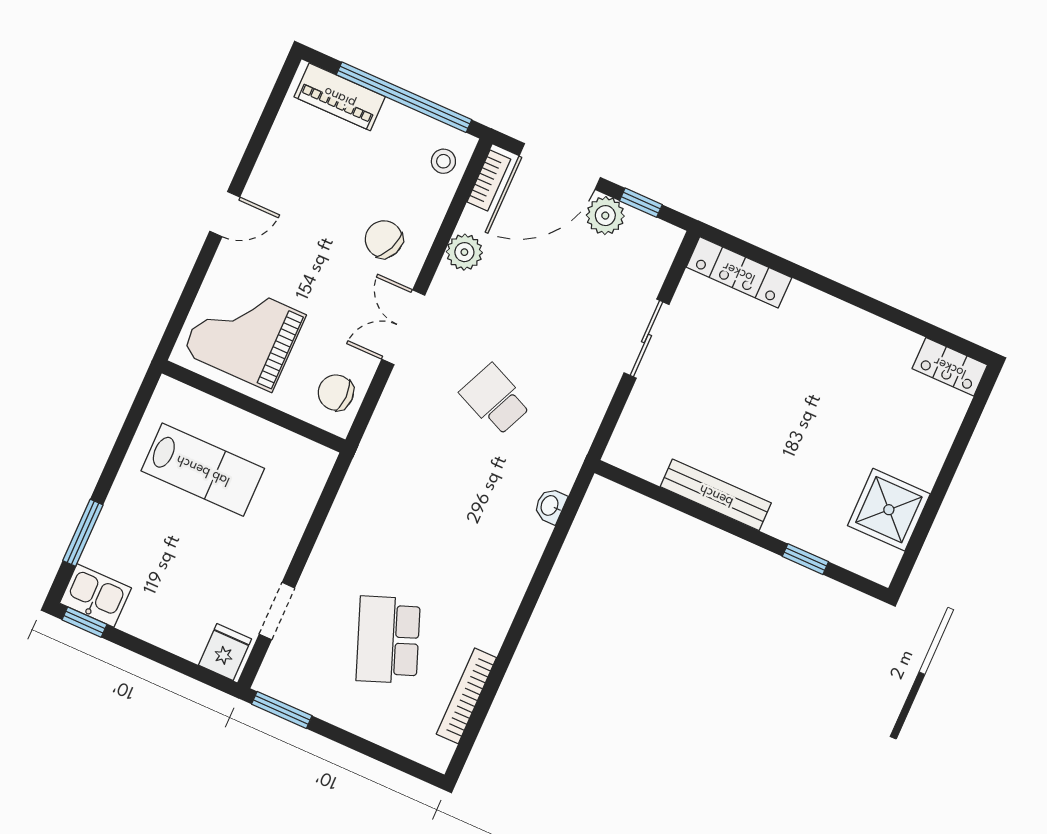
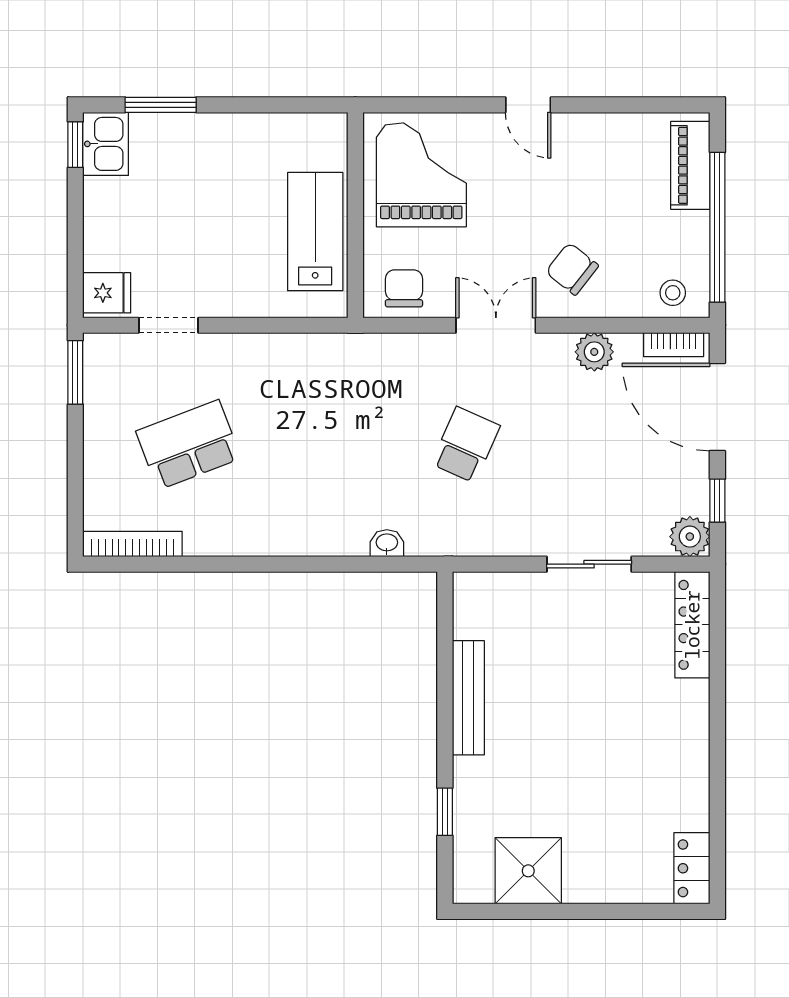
plant: (605, 216) -> (690, 537), moved
chair: (384, 239) -> (572, 269), turned -75
lab bench: (203, 470) -> (315, 232), moved, turned 180
bookcase: (466, 696) -> (132, 544), moved

